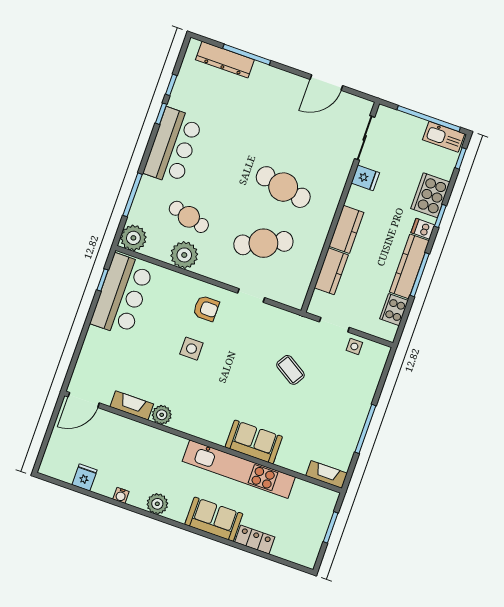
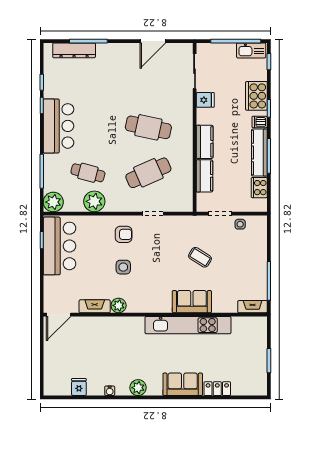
door: (84, 400) -> (59, 315), moved
fireplace: (132, 405) -> (95, 306), moved
plant: (162, 415) -> (119, 305), moved
wall: (203, 442) -> (155, 315), moved
sofa: (254, 442) -> (192, 302), moved
kitchen unit: (239, 469) -> (188, 325), moved
fireplace: (327, 474) -> (253, 307), moved

